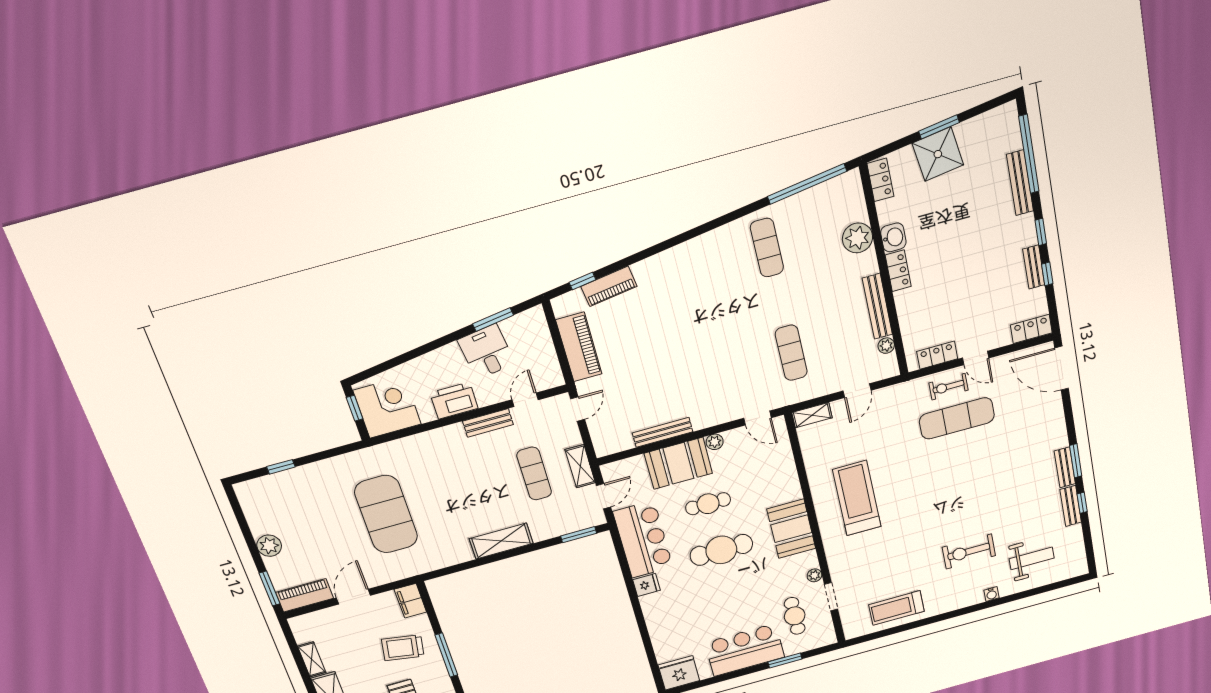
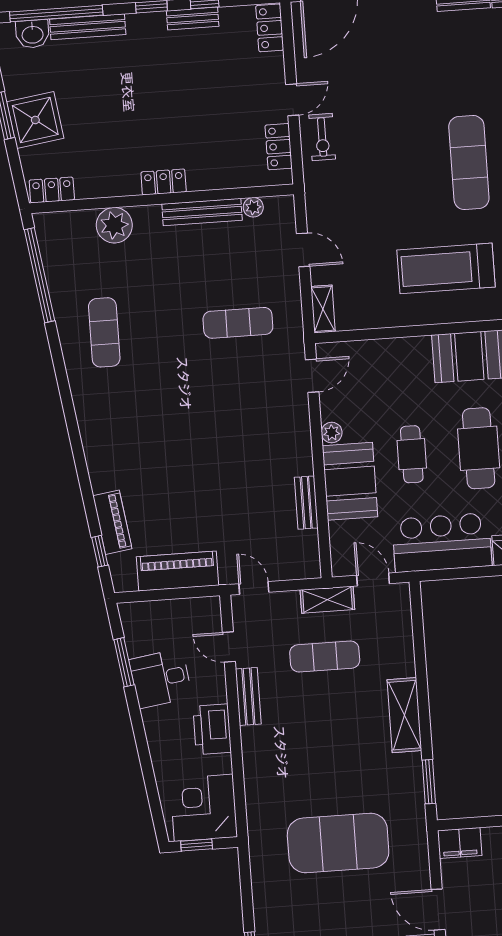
washbasin: (893, 237) -> (32, 34), moved, turned 180
exercise mat: (767, 248) -> (104, 332), turned 90
exercise mat: (957, 418) -> (469, 163), moved
bench: (663, 432) -> (306, 503), width x0.73
window: (579, 535) -> (429, 782), moved

